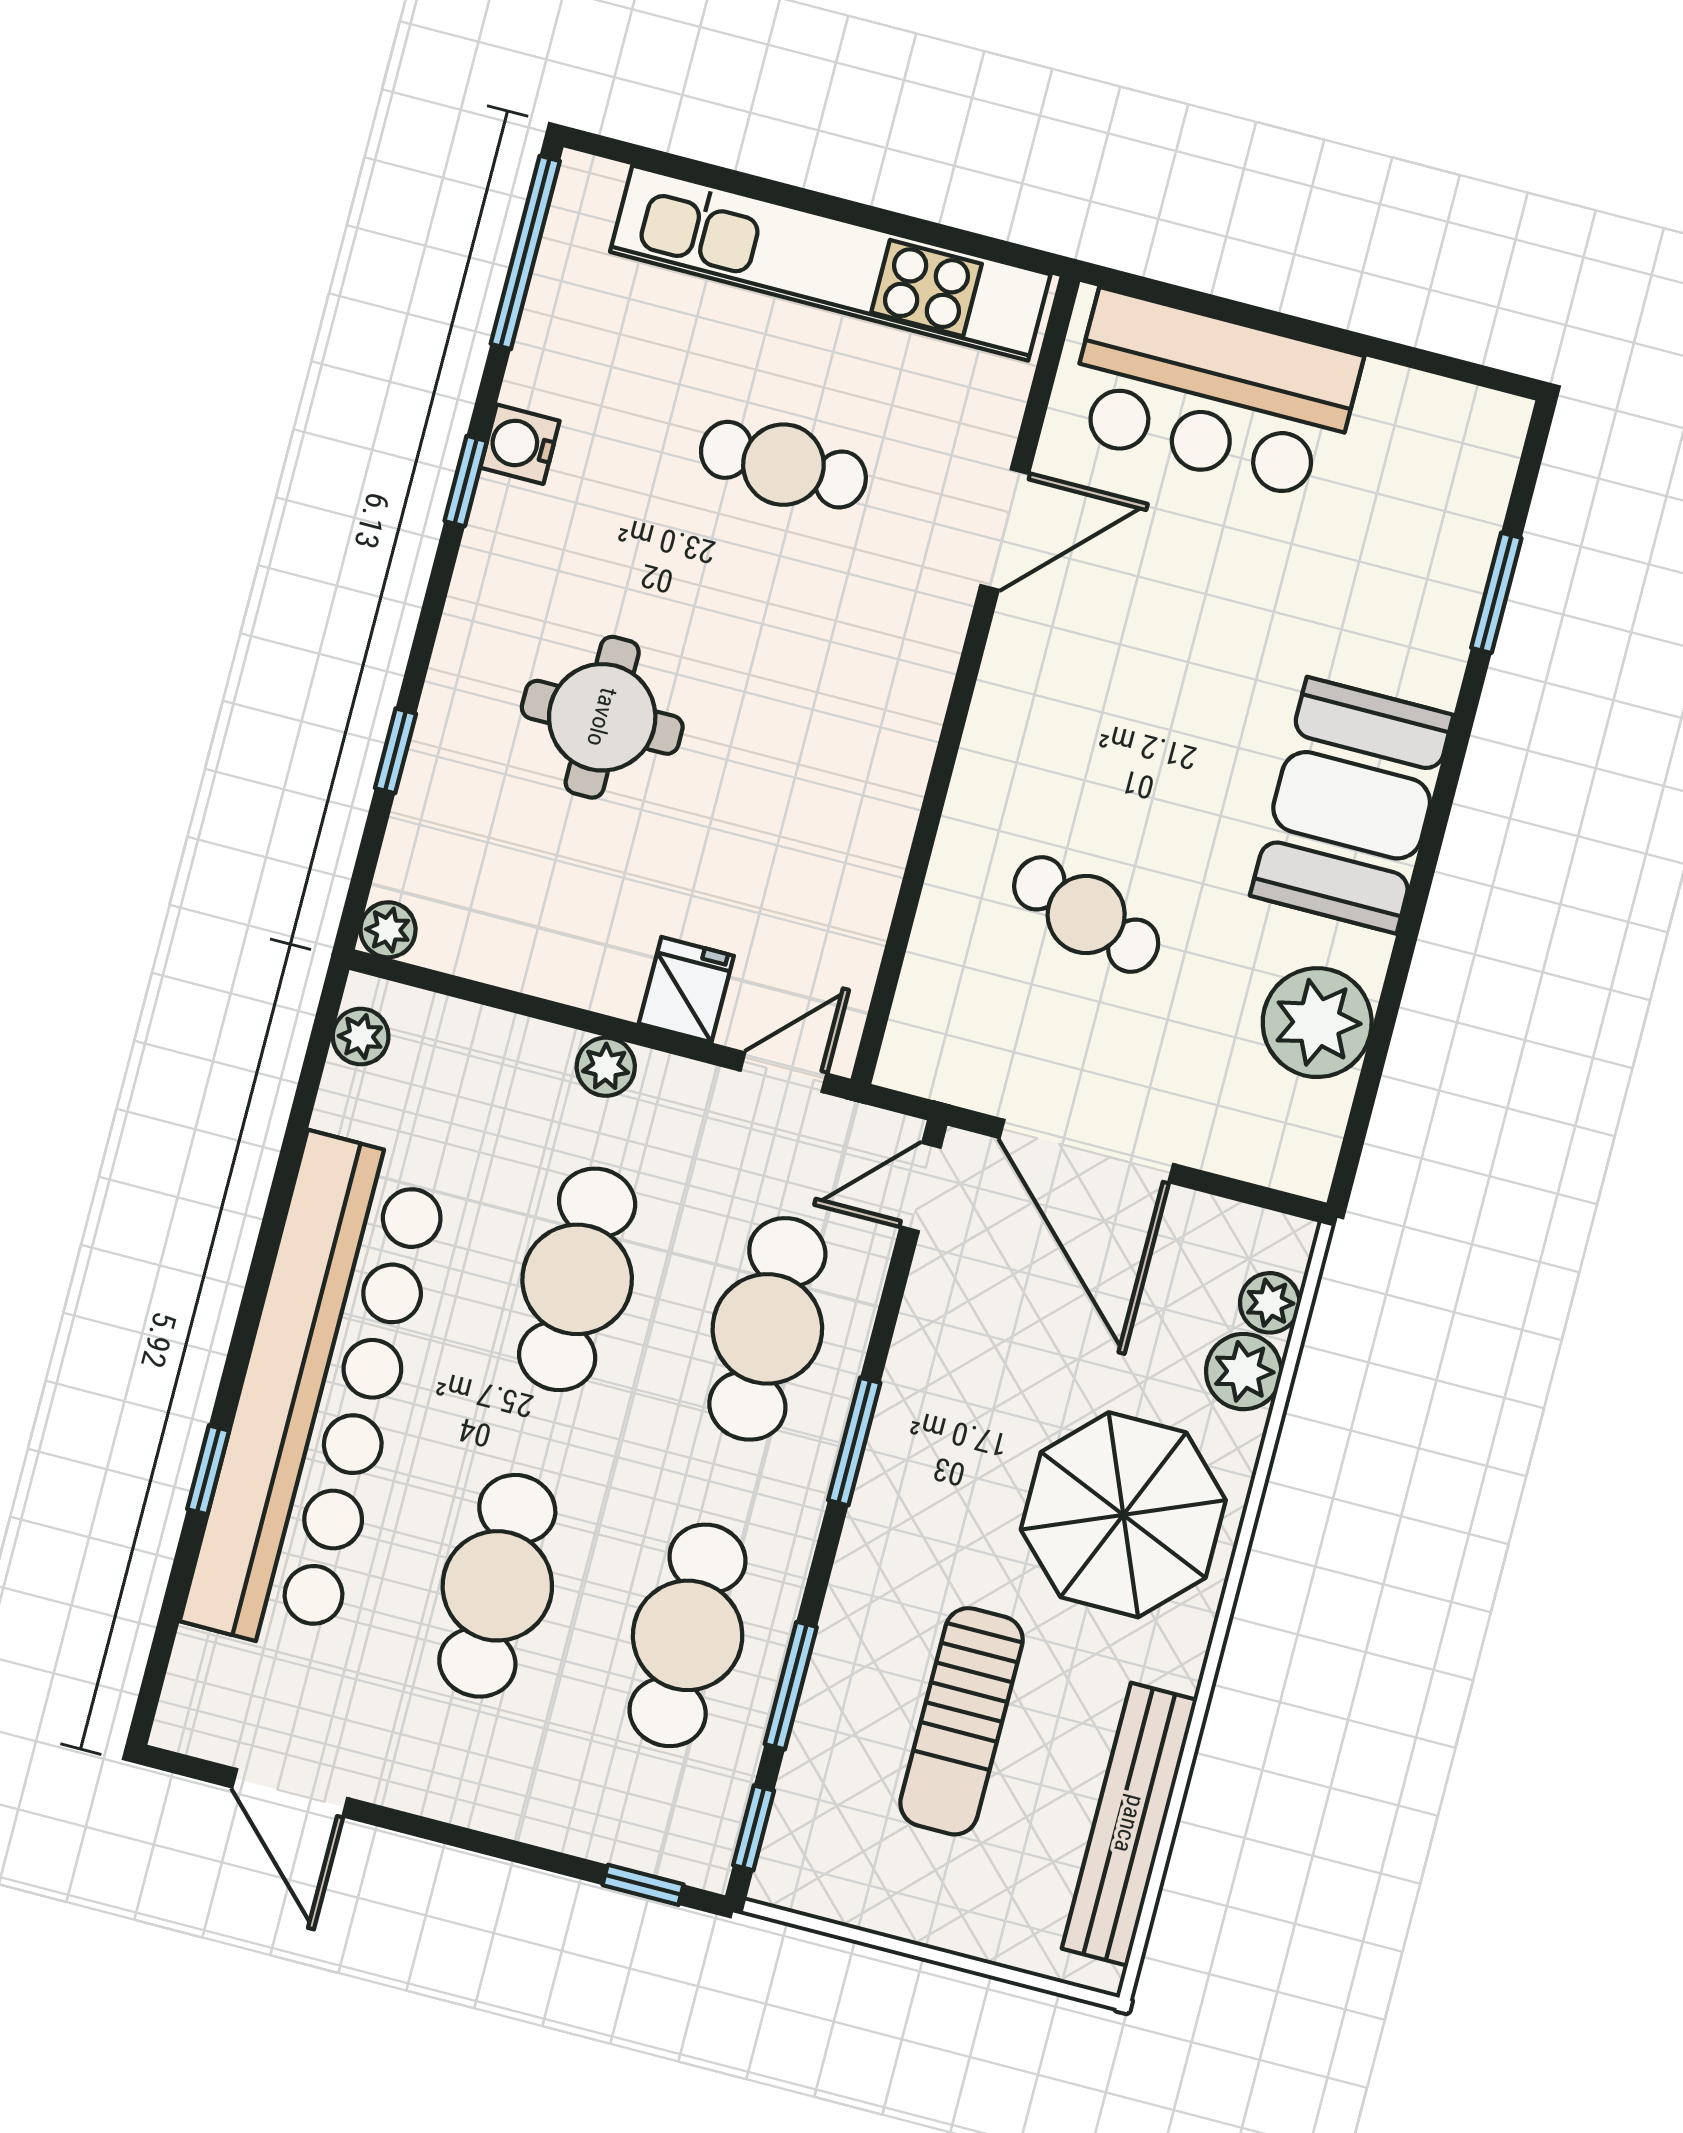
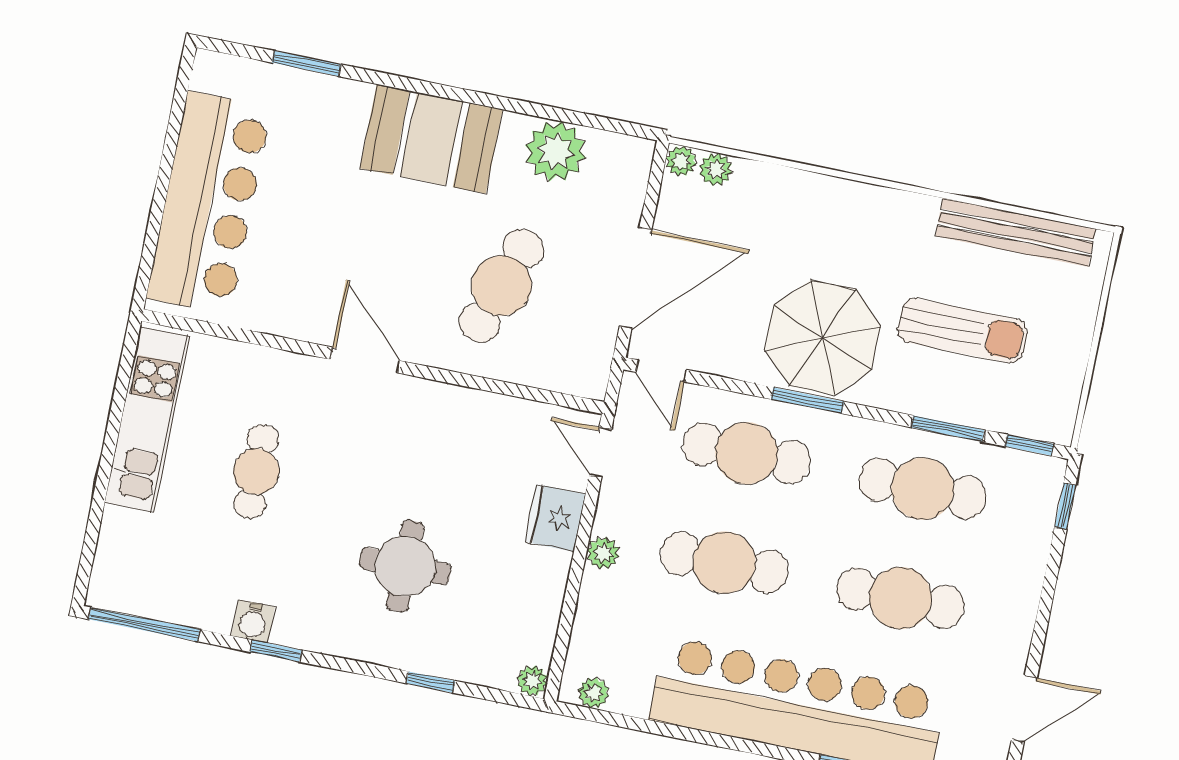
kitchen unit: (830, 263) -> (147, 419), width x0.73
bar counter: (1213, 395) -> (209, 203), width x1.36
door: (1005, 529) -> (365, 360), moved
cafe table: (1086, 915) -> (502, 286), width x1.37, depth x1.35
fridge: (686, 990) -> (555, 518), width x1.38
plant: (1244, 1372) -> (681, 161), moved, width x0.73, depth x0.73
parasol: (1123, 1515) -> (823, 338), moved

